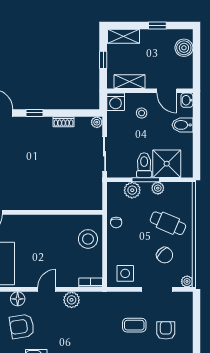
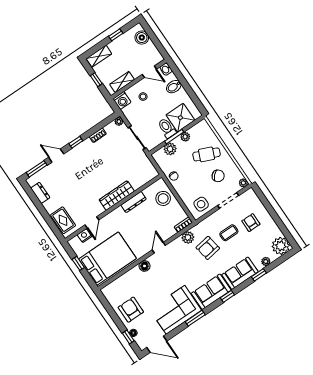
wardrobe: (39, 201) -> (117, 196), added
dresser: (53, 221) -> (134, 202), added
plant: (72, 300) -> (188, 237), moved
armchair: (22, 326) -> (208, 248), moved

